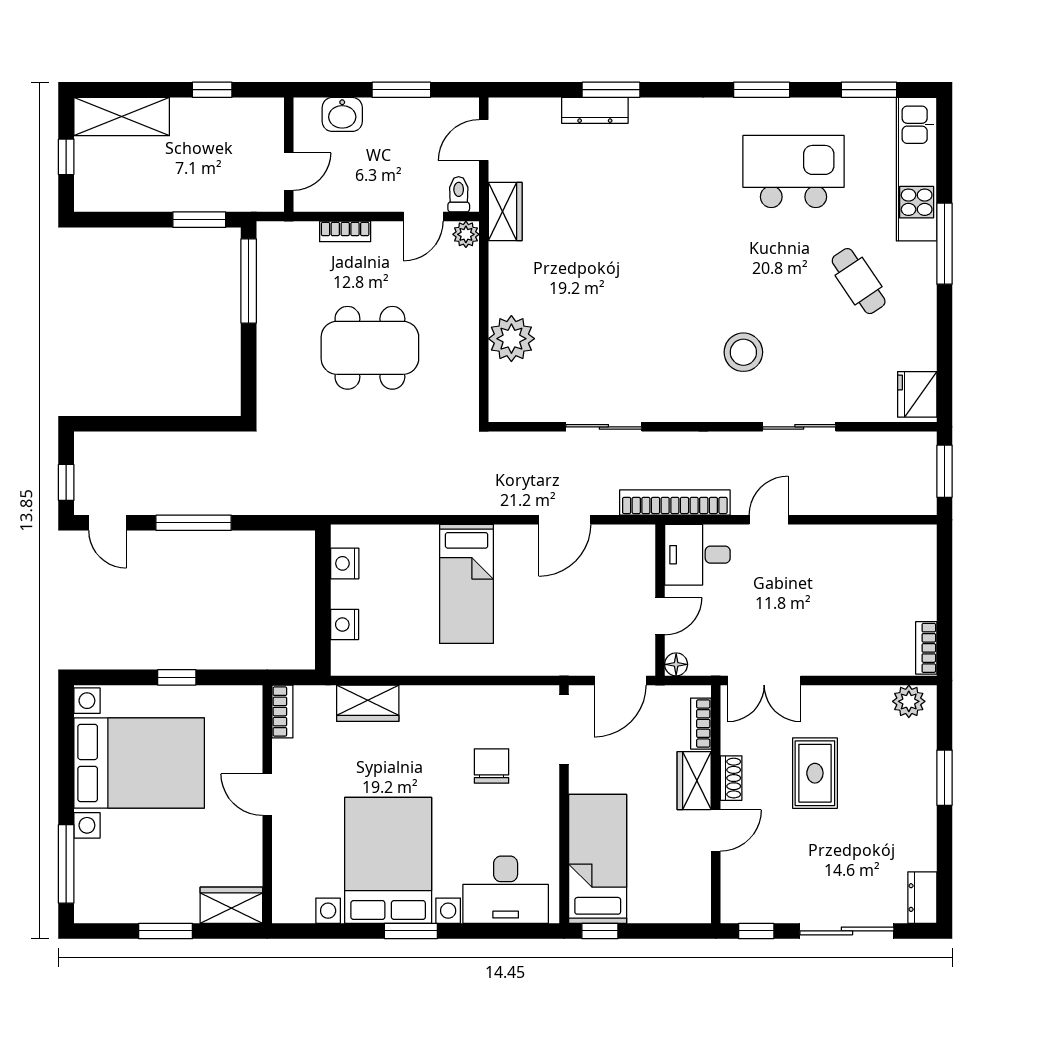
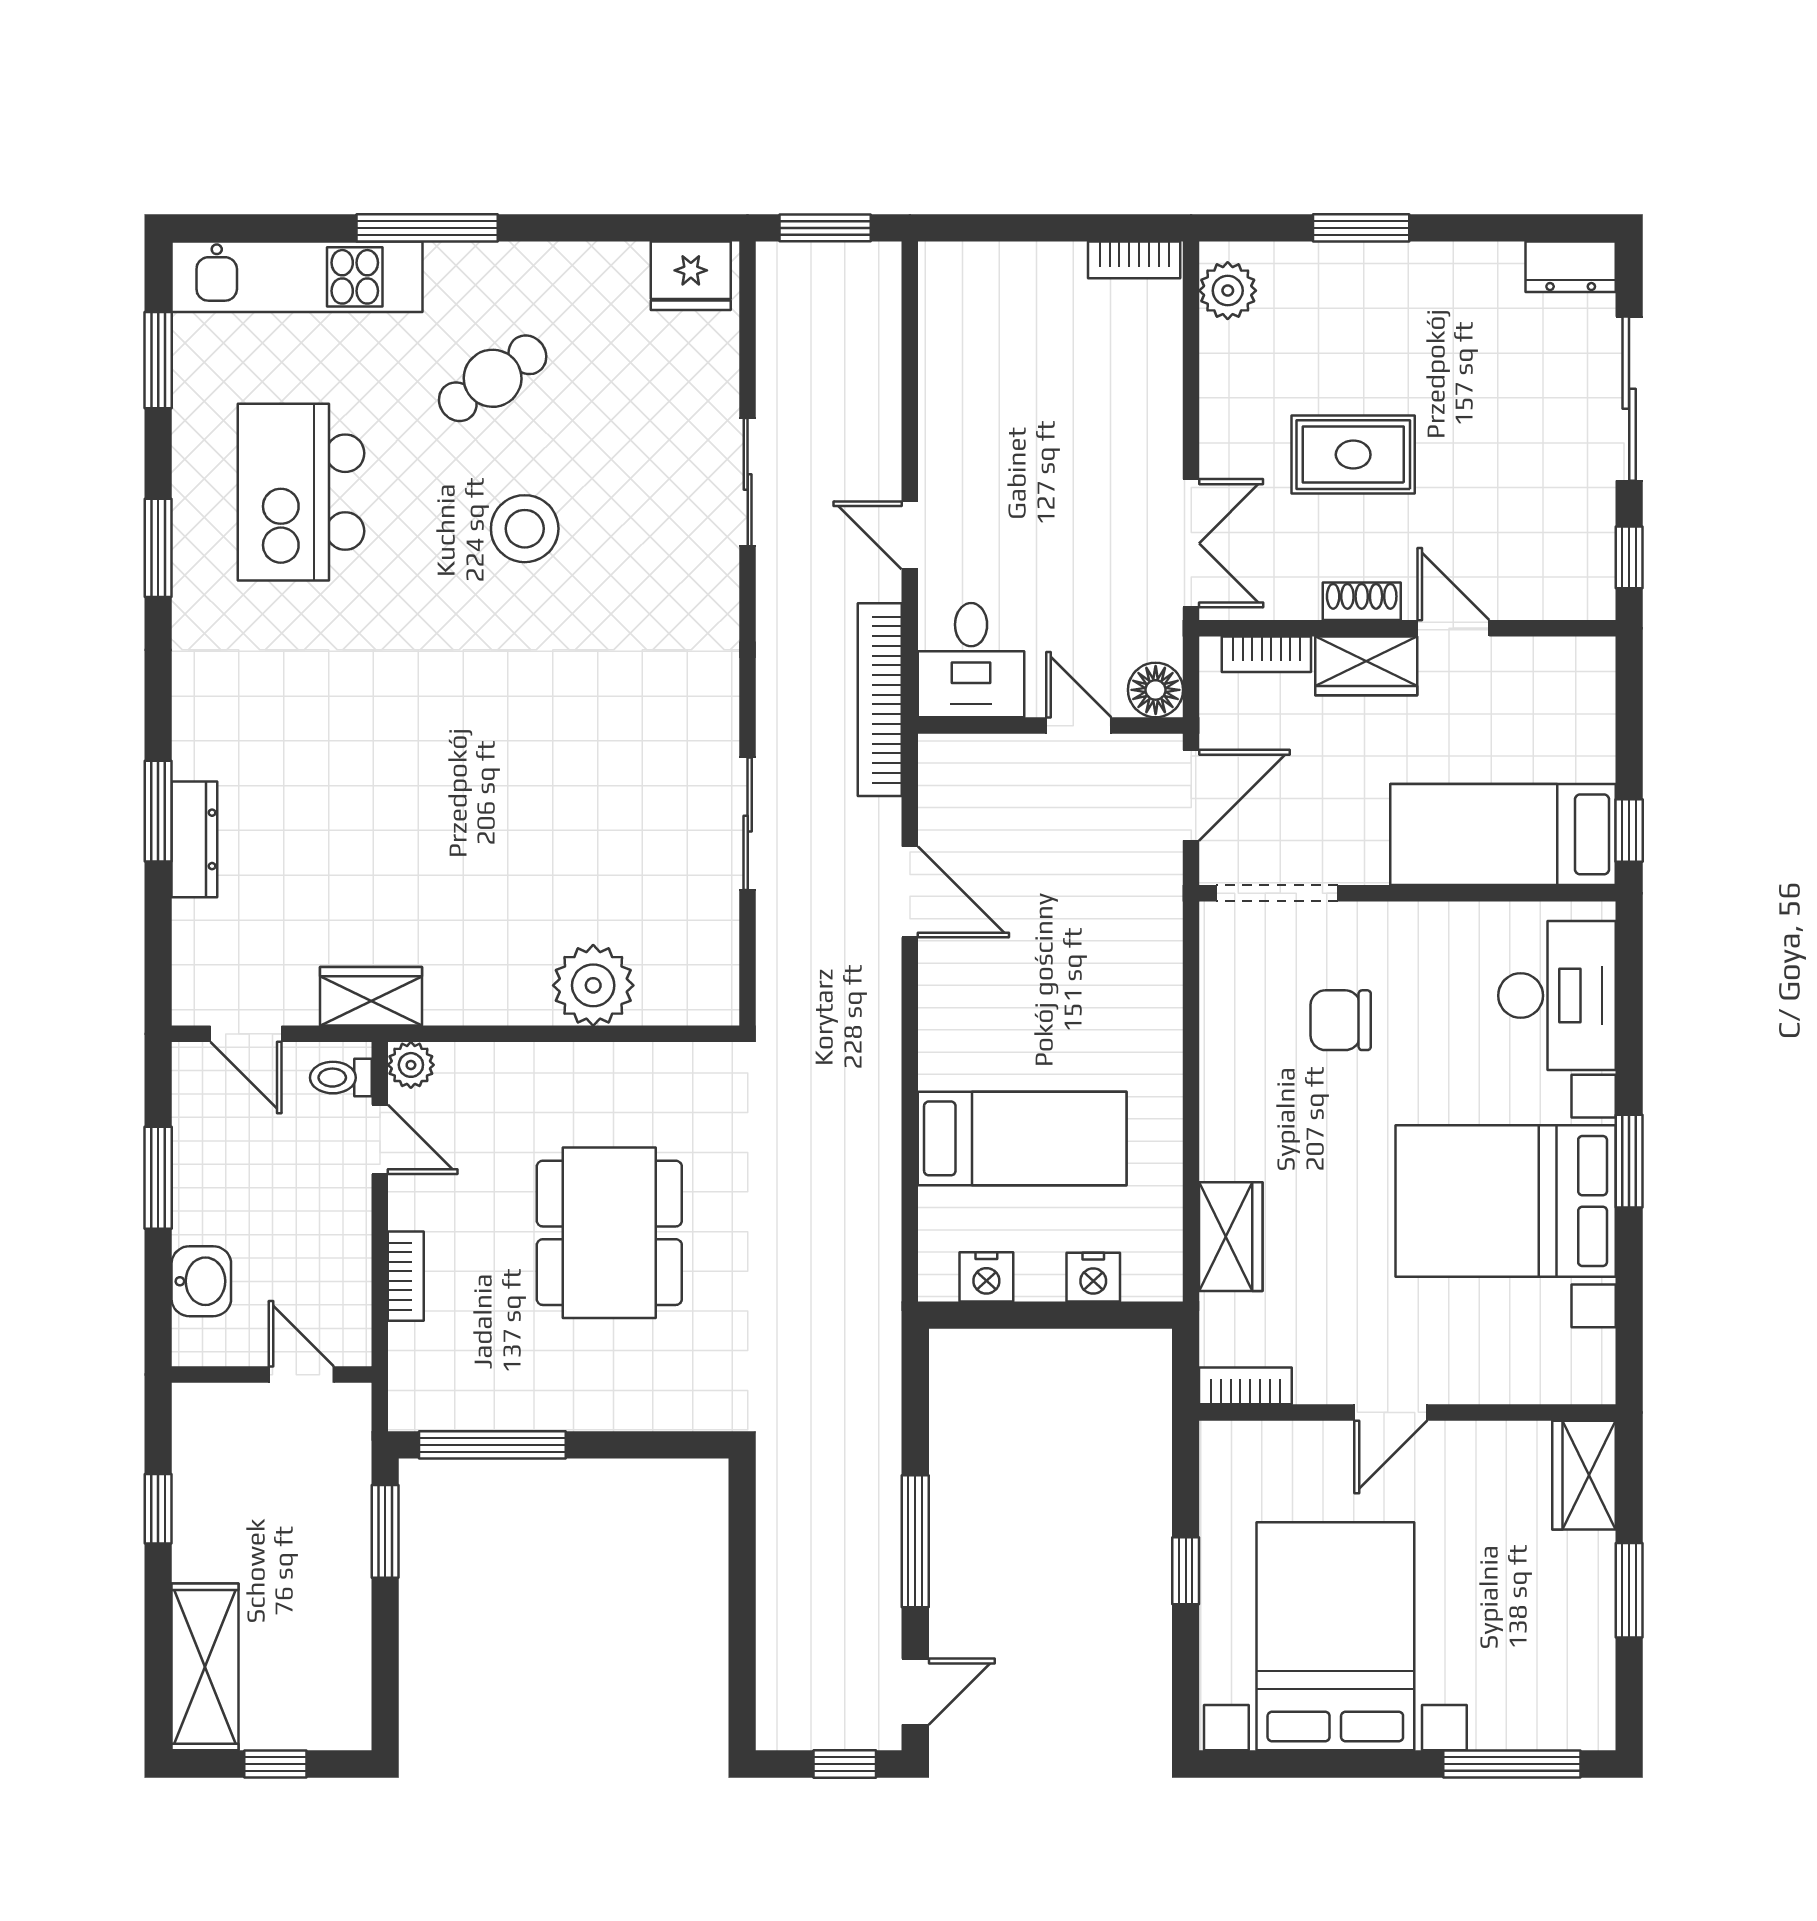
stool: (743, 352) -> (525, 529), moved
bed: (467, 584) -> (1022, 1138), moved
floor lamp: (676, 664) -> (1156, 690), width x1.37, depth x1.37
door: (620, 680) -> (1191, 795), hinge flipped

